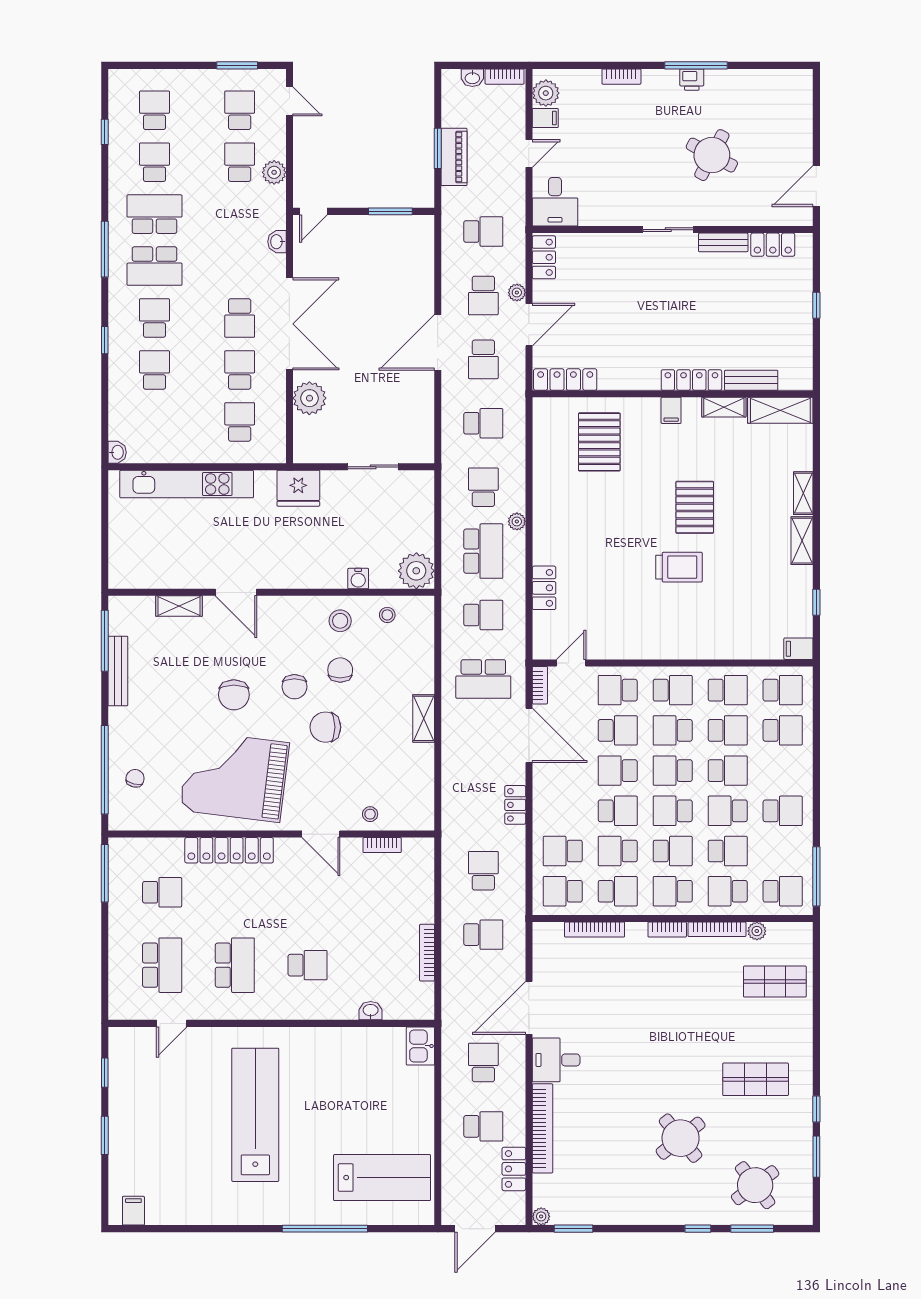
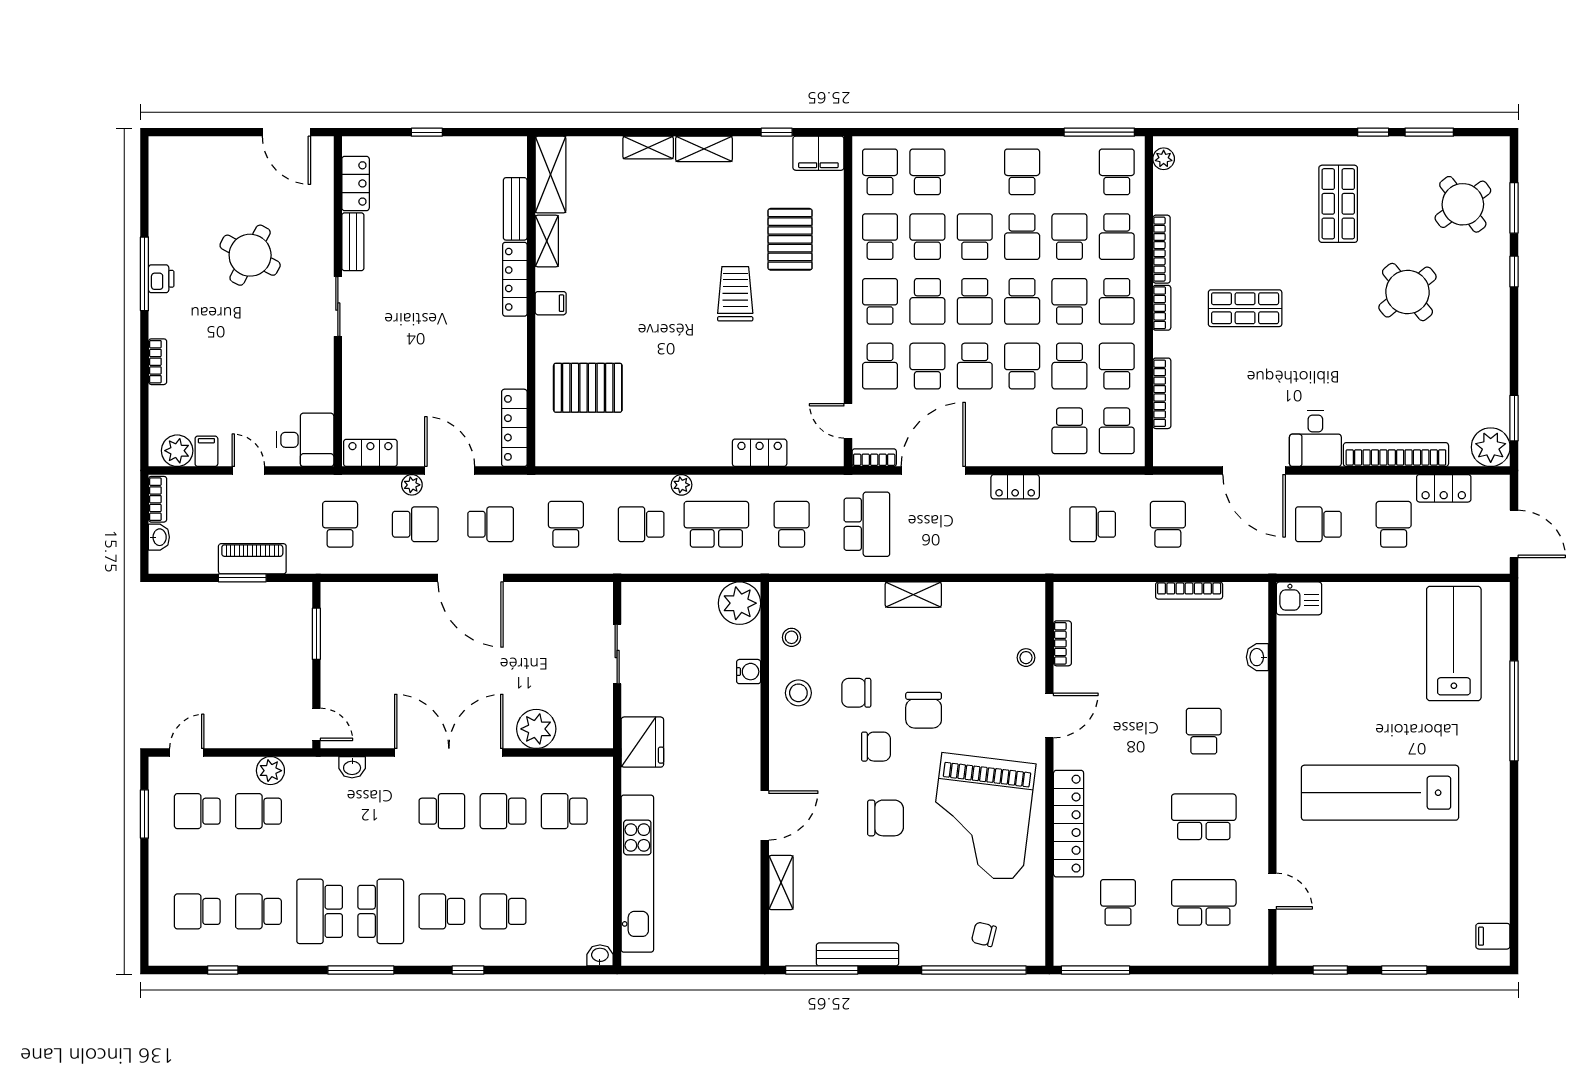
pallet: (695, 507) -> (790, 239), moved, turned 90
filing cabinet: (798, 649) -> (818, 153), width x2.00
plant: (757, 931) -> (1164, 159), moved
shop shelf: (775, 982) -> (1245, 308), moved, turned 90
plant: (541, 1216) -> (1491, 447), width x1.88, depth x1.88

